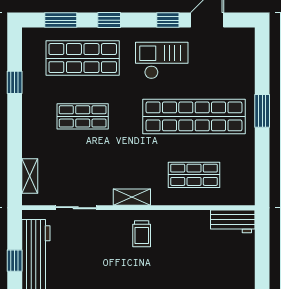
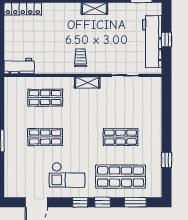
window: (168, 20) -> (80, 202), moved
shop shelf: (194, 116) -> (45, 137), width x0.50, depth x0.74
shelving: (30, 176) -> (156, 97), removed

